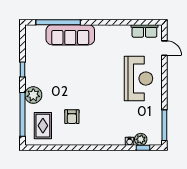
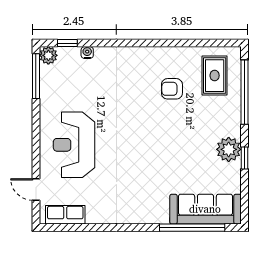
sofa: (70, 35) -> (205, 209), moved
plant: (33, 95) -> (229, 149), moved
armchair: (72, 117) -> (172, 89), turned -90
plant: (141, 139) -> (48, 55), moved

